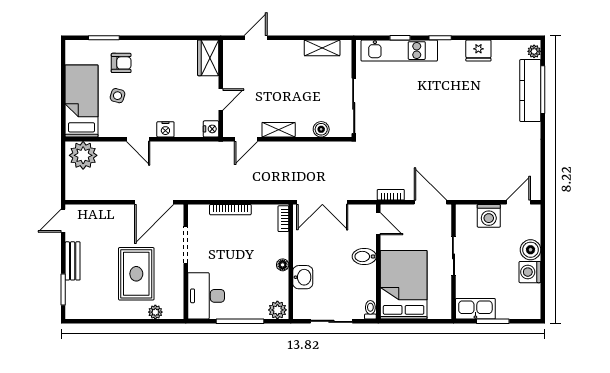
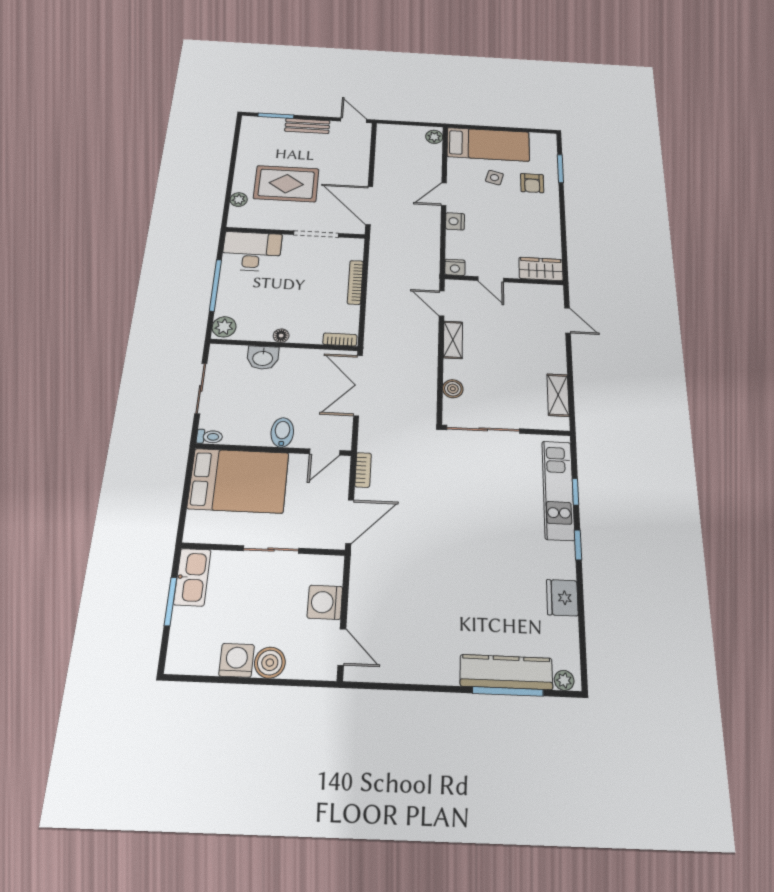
plant: (83, 155) -> (434, 137), width x0.53, depth x0.53

